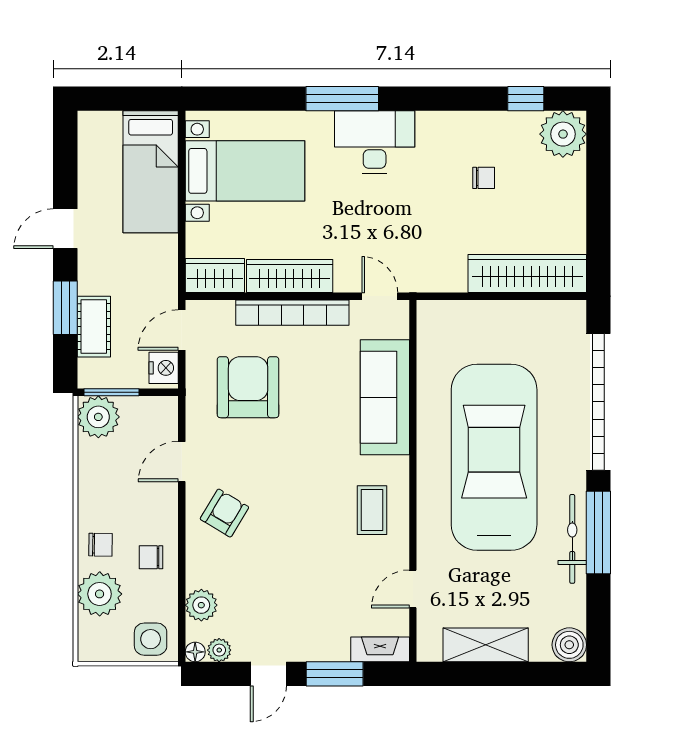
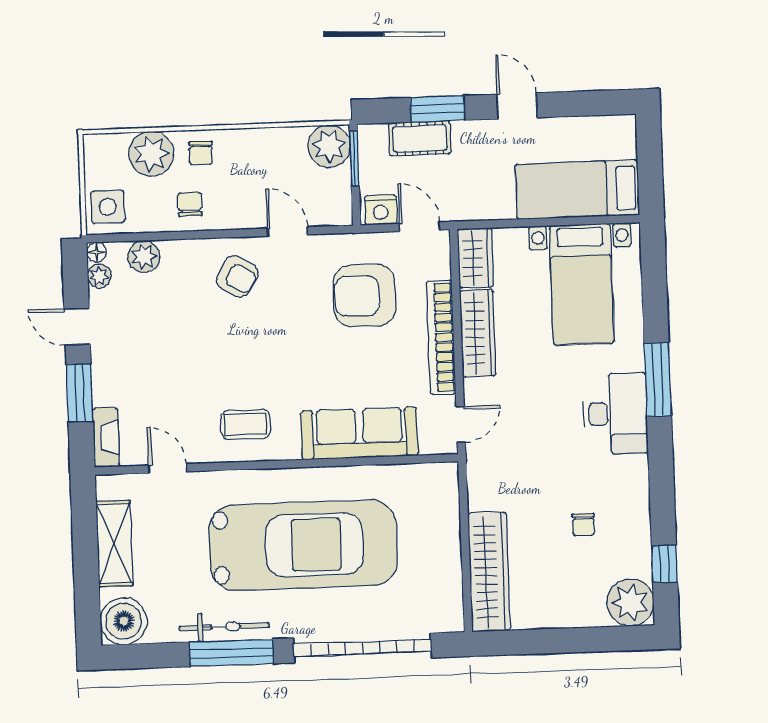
armchair: (248, 387) -> (364, 295), turned 180
boiler: (569, 645) -> (124, 621), width x1.37, depth x1.37

